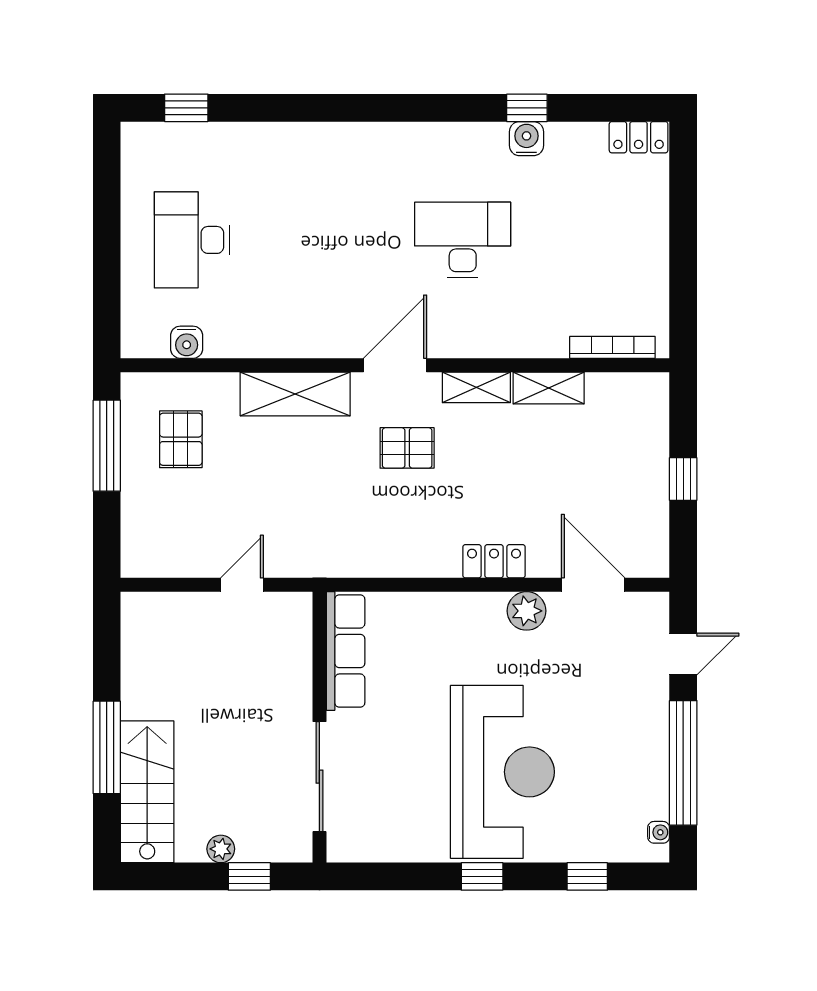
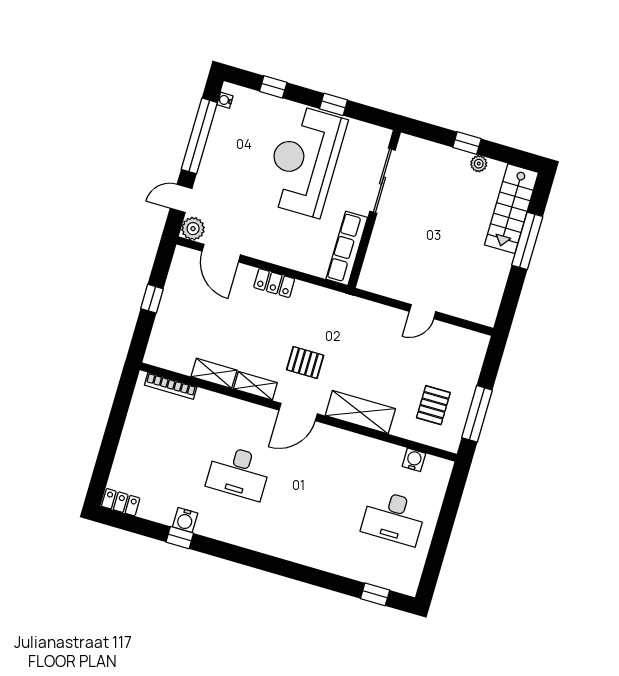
desk: (192, 240) -> (394, 518), turned 90
plant: (527, 611) -> (193, 229), moved
row of seats: (346, 651) -> (347, 248), moved
wall: (319, 727) -> (374, 209), moved
sliding door: (319, 777) -> (383, 181), moved

